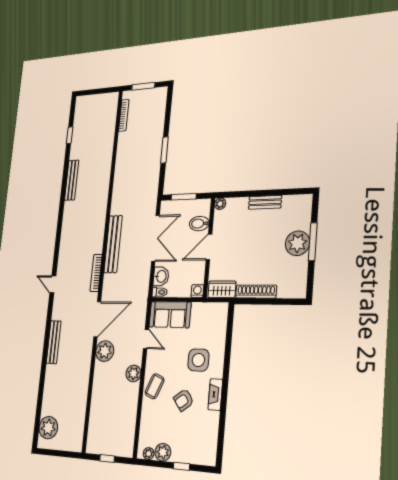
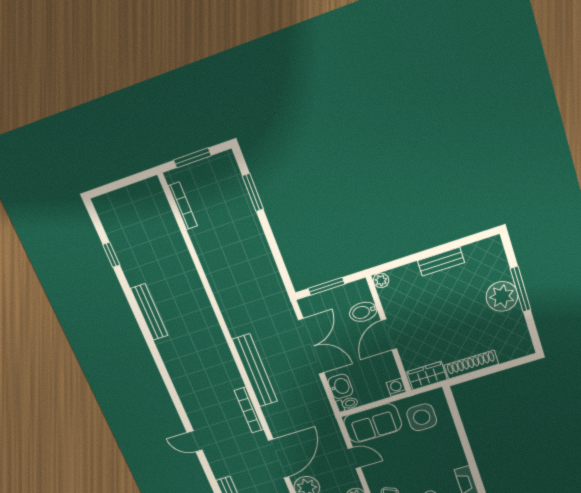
window: (164, 150) -> (253, 192), moved
side table: (198, 360) -> (422, 417), moved

